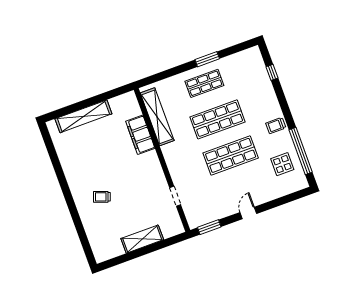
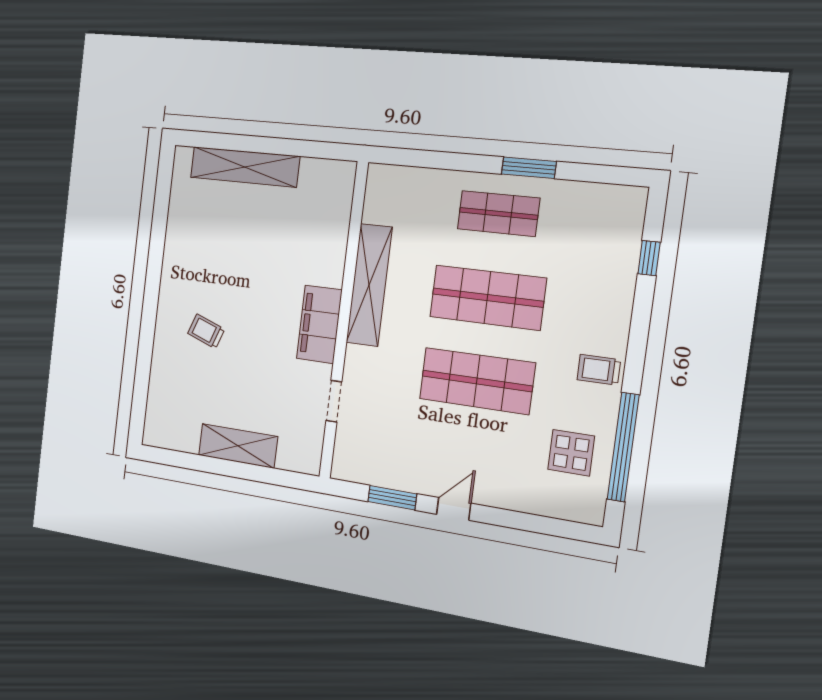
shelving: (157, 117) -> (369, 285), moved
filing cabinet: (140, 135) -> (319, 324), moved
window: (209, 227) -> (392, 498), moved

